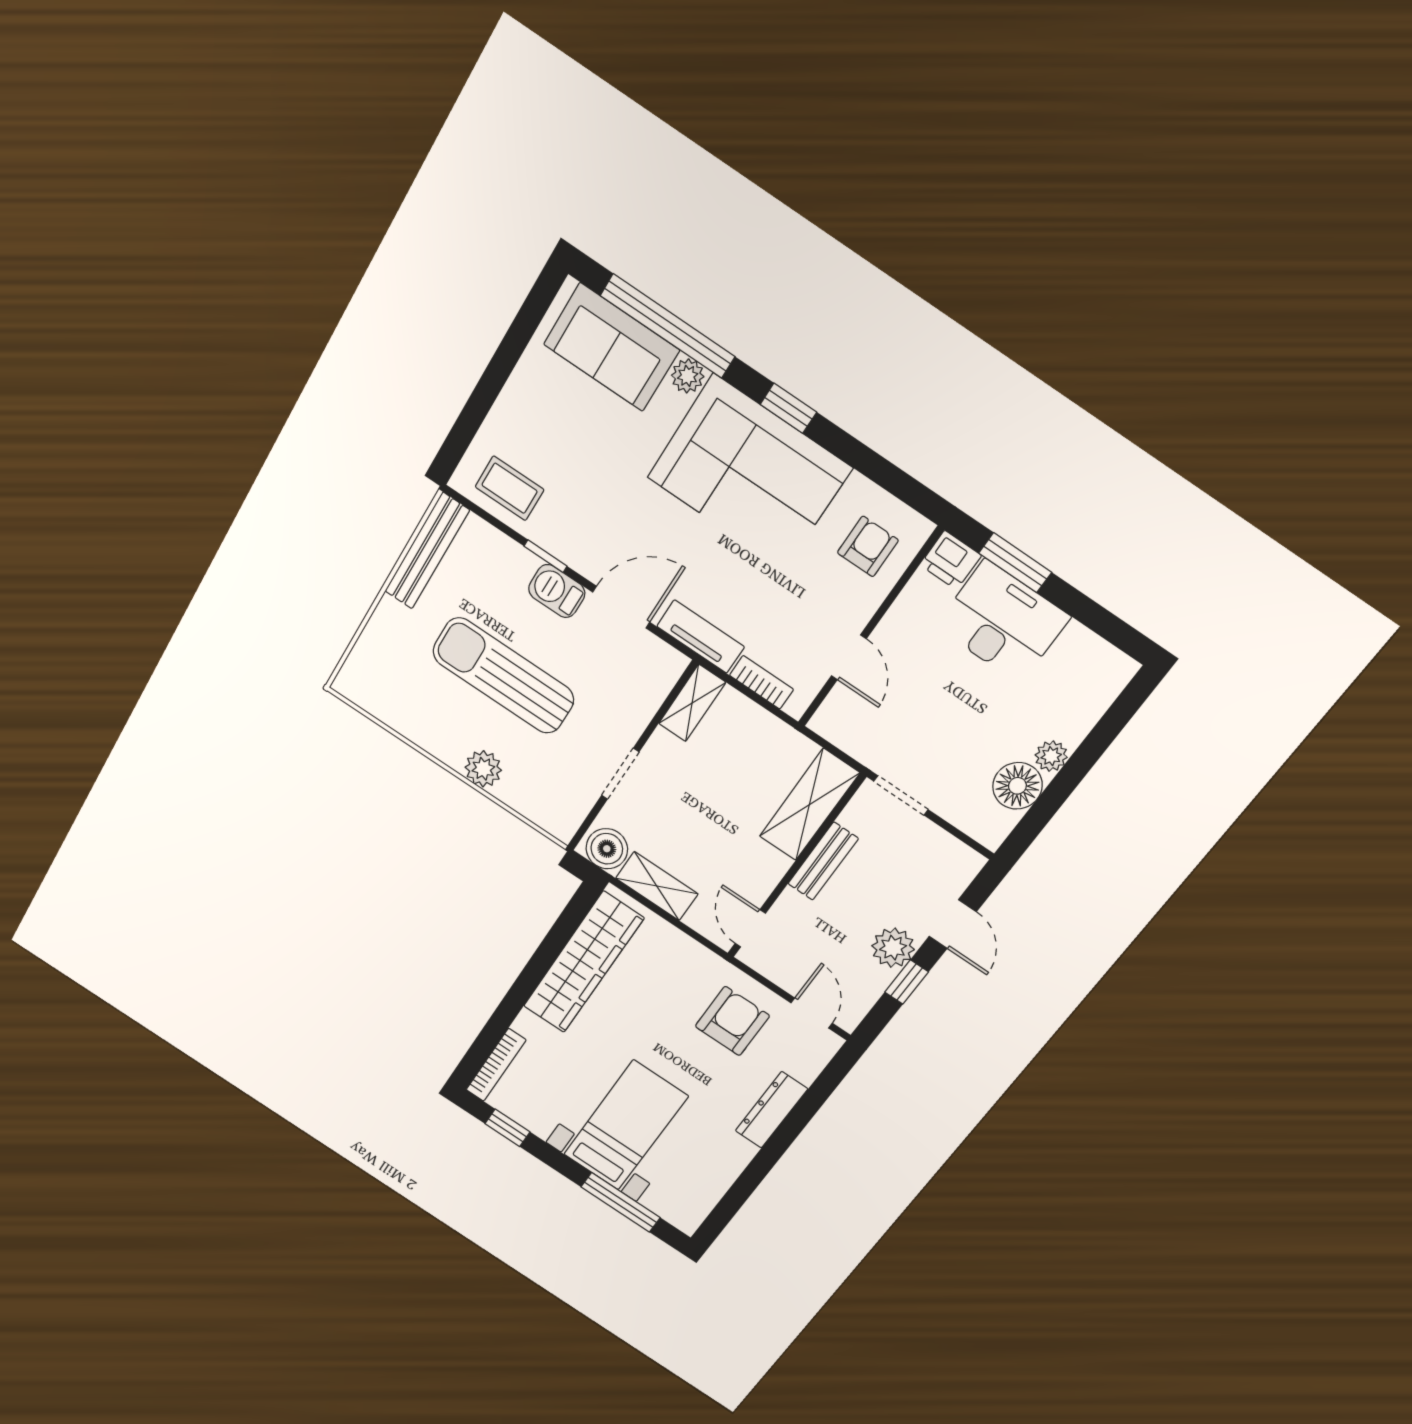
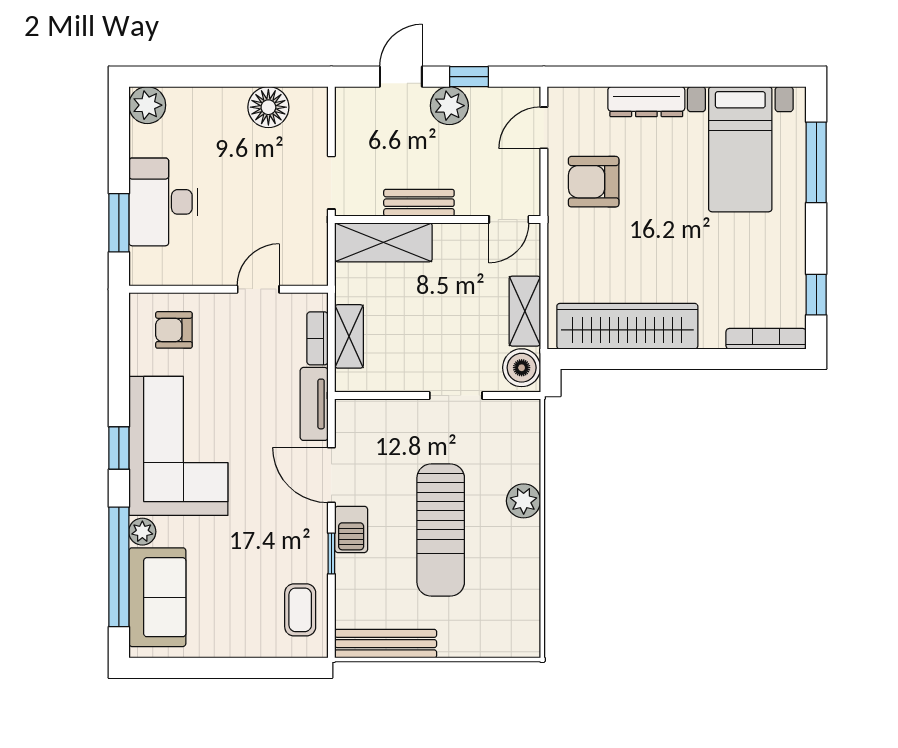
printer: (951, 560) -> (146, 267), removed
shelving: (692, 703) -> (349, 336), moved, turned 90
plant: (1051, 756) -> (147, 105), moved, width x1.38, depth x1.38
bed with nightstands: (626, 1125) -> (740, 149), moved, turned -90

